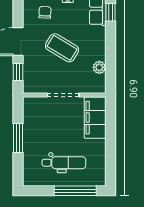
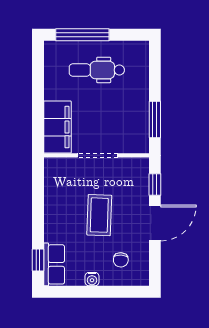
coffee table: (62, 48) -> (99, 215), turned 61
plant: (99, 67) -> (52, 190), removed
window: (18, 138) -> (155, 120), moved

